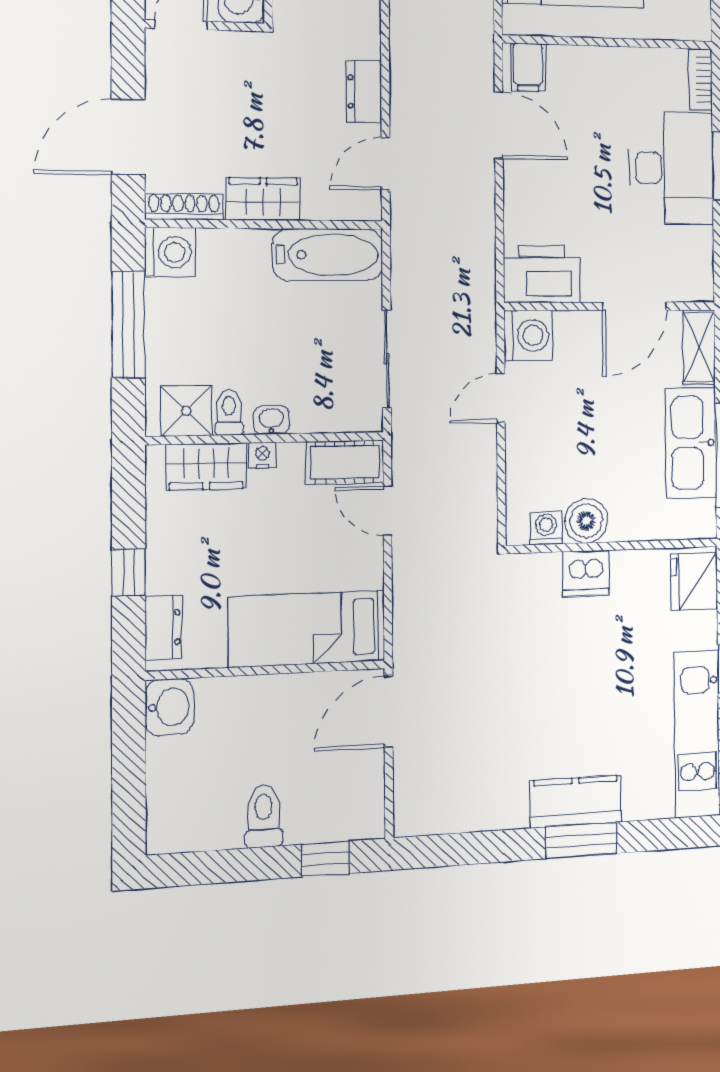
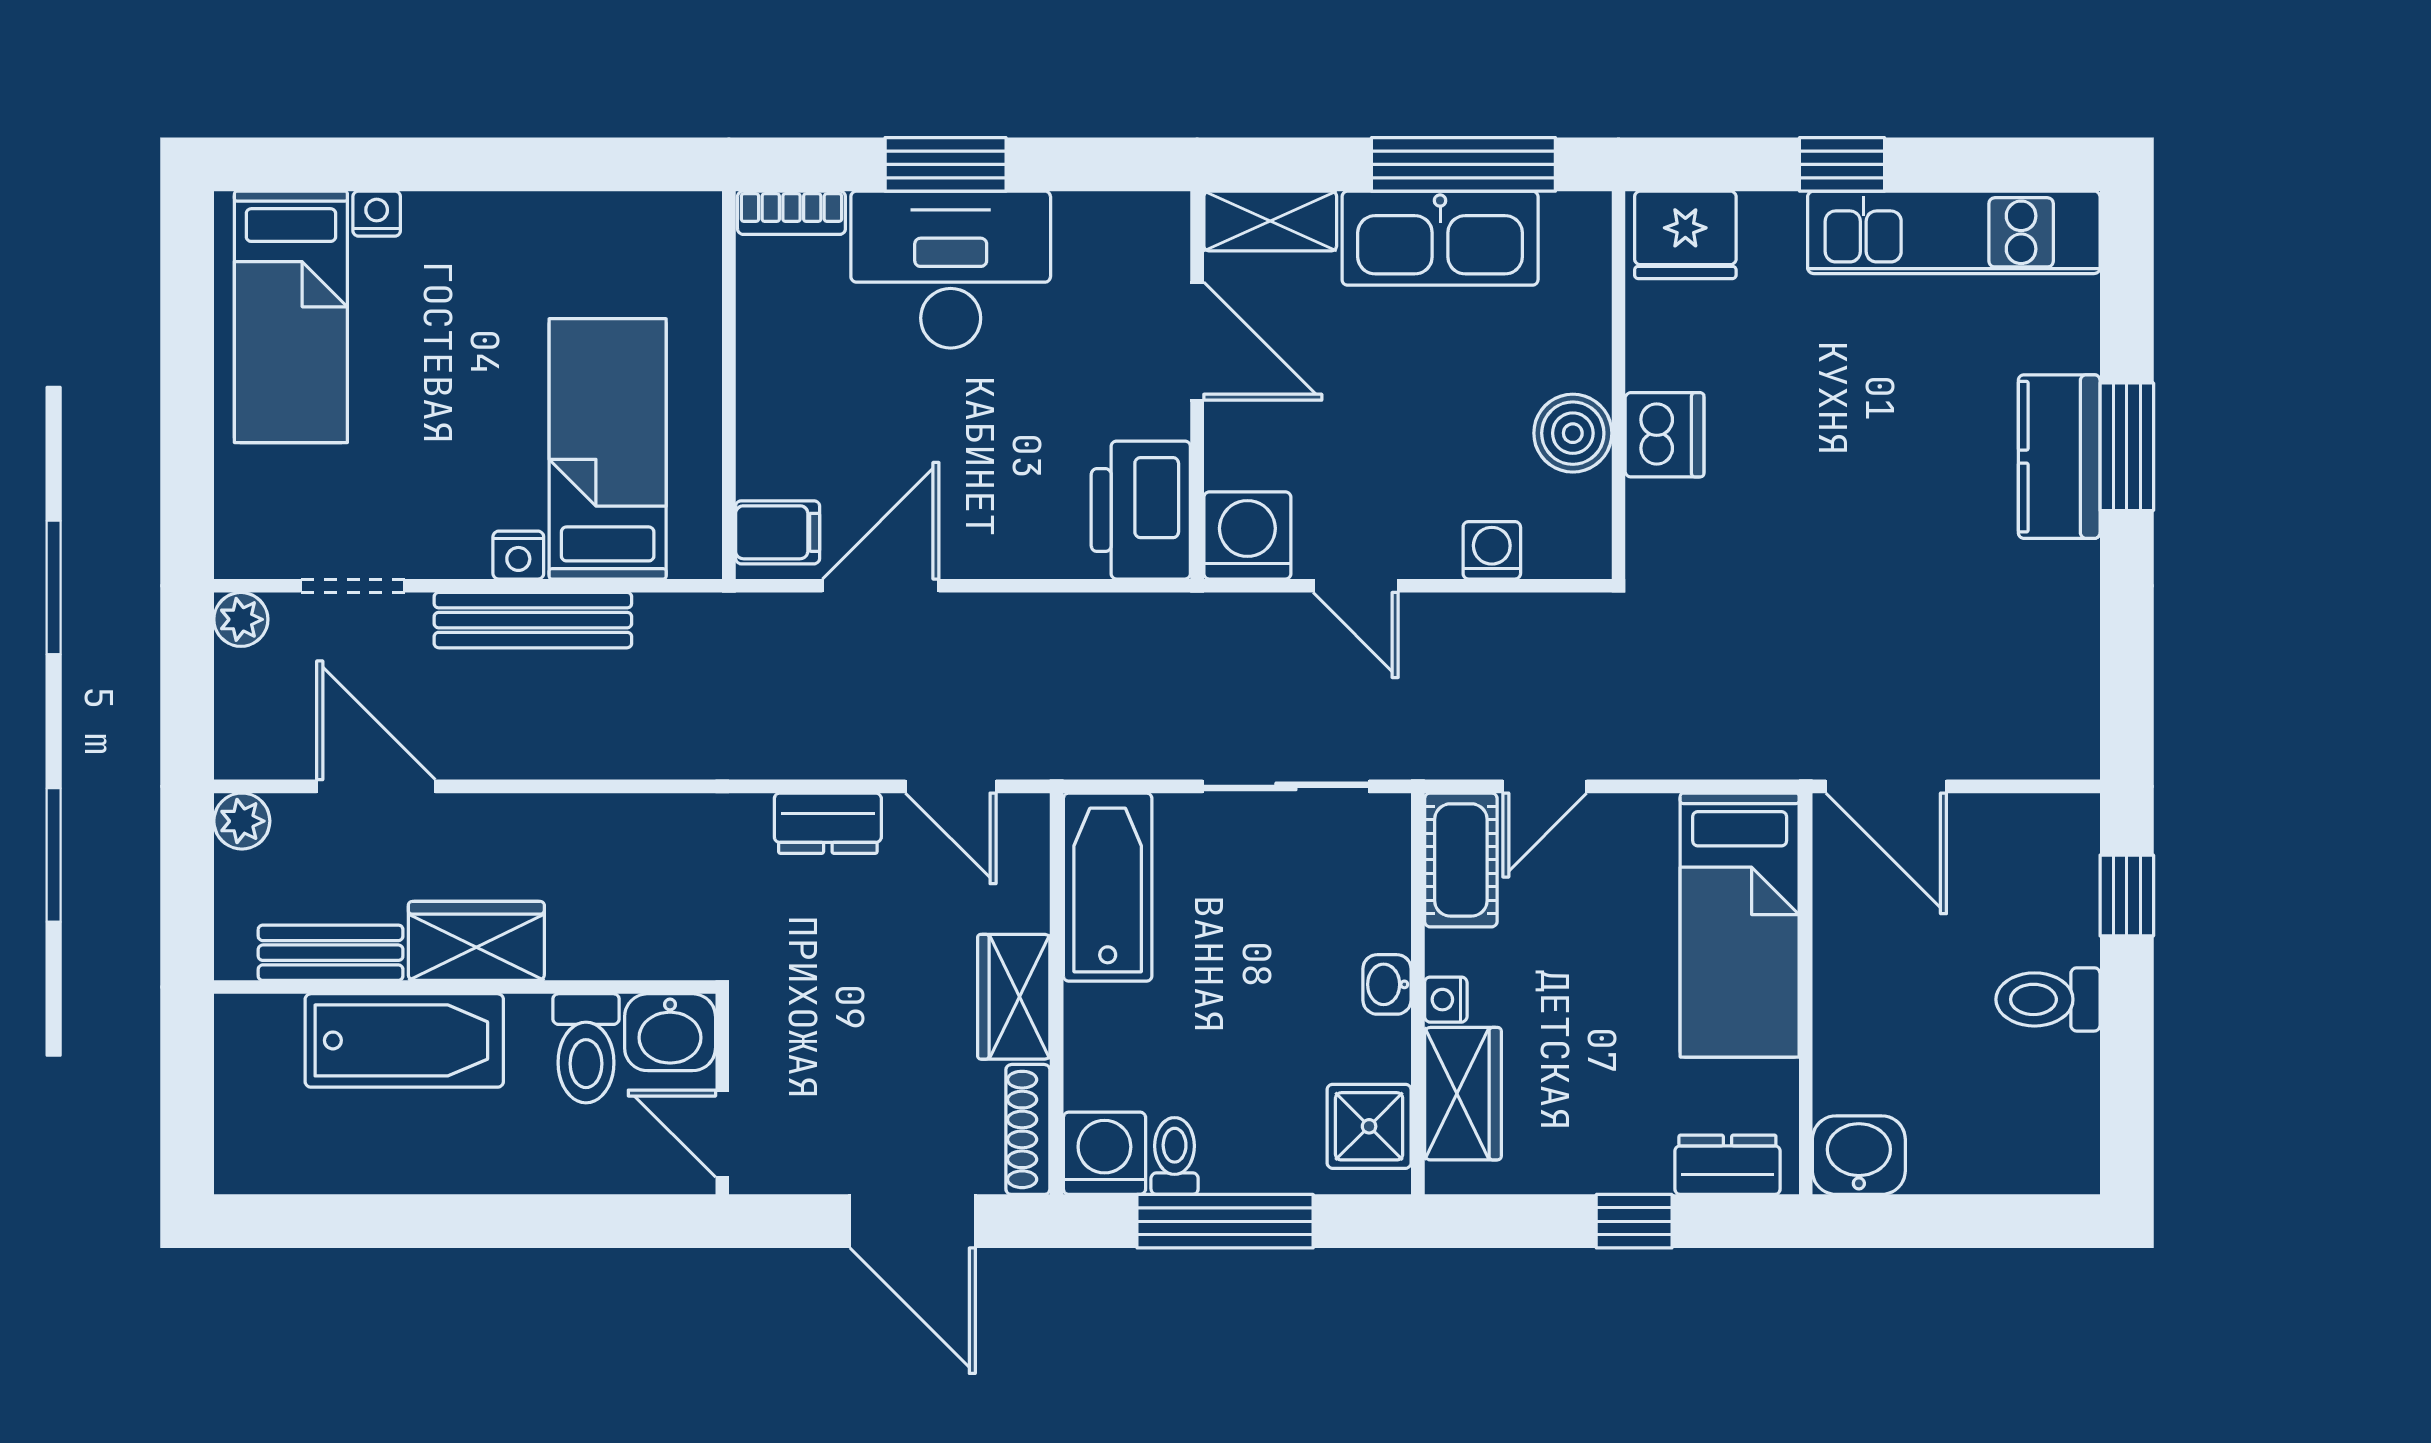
toilet: (229, 412) -> (1175, 1156), moved, turned 90
washing machine: (546, 528) -> (1492, 550), moved, turned 90

